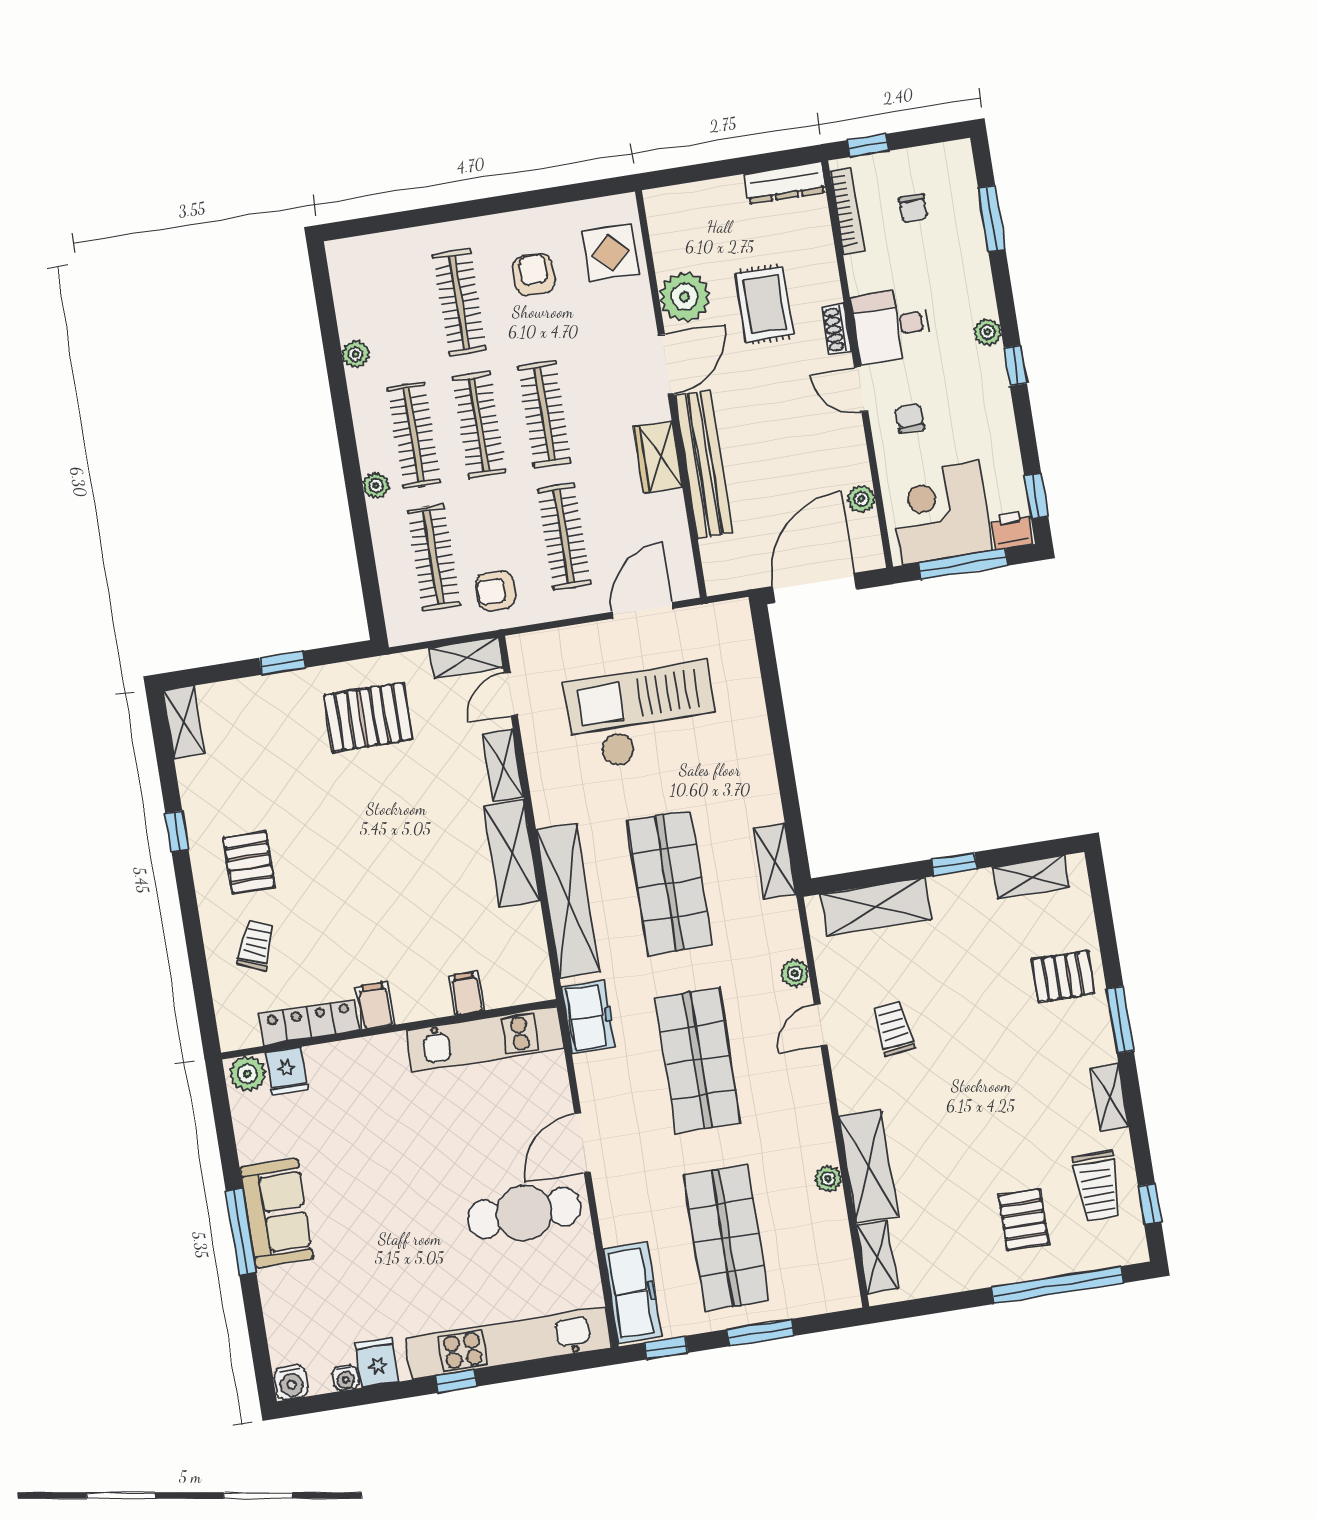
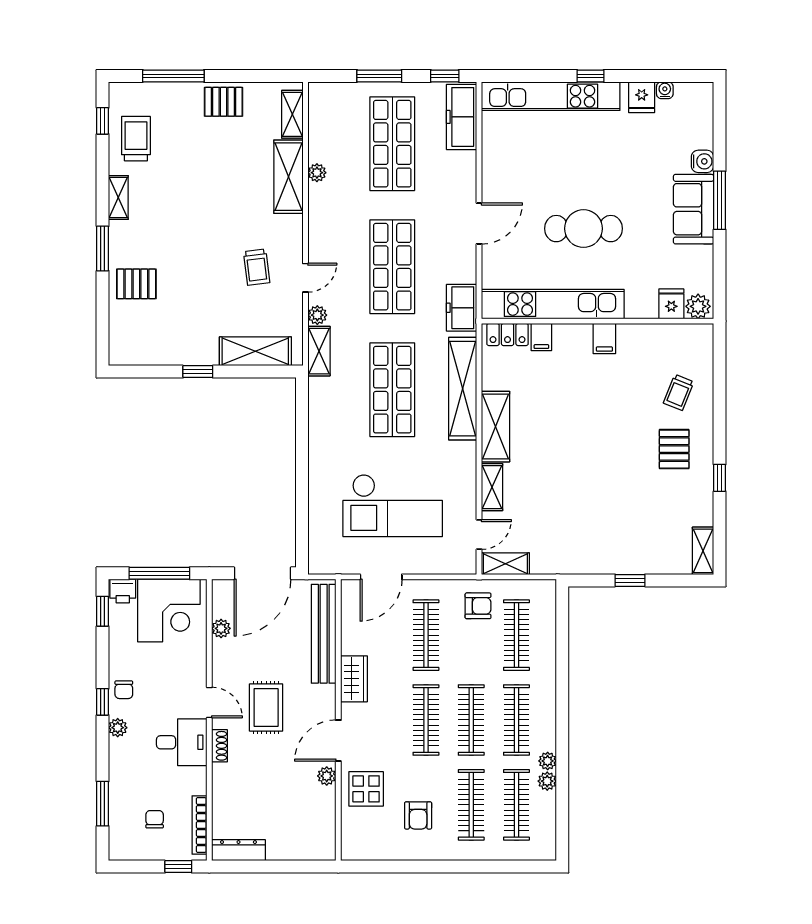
display table: (610, 253) -> (366, 789), moved
plant: (685, 297) -> (327, 776), width x0.53, depth x0.53
rug: (765, 304) -> (266, 707), moved
clothes rail: (394, 313) -> (516, 805), added
chair: (910, 418) -> (124, 690), moved
bench: (704, 464) -> (324, 634), moved
plant: (376, 485) -> (548, 761), moved
pallet: (368, 717) -> (578, 534), removed
shelving: (775, 861) -> (319, 351), moved
shelving: (1031, 877) -> (147, 355), removed
locker: (309, 1022) -> (508, 335), moved, width x0.66
kitchen unit: (485, 1039) -> (553, 304), width x1.36
cafe table: (524, 1213) -> (583, 229), moved
pallet: (1024, 1219) -> (224, 102), moved, turned 90
window: (1058, 1285) -> (173, 76), width x0.68
water cooler: (291, 1383) -> (703, 161), moved, turned 90

